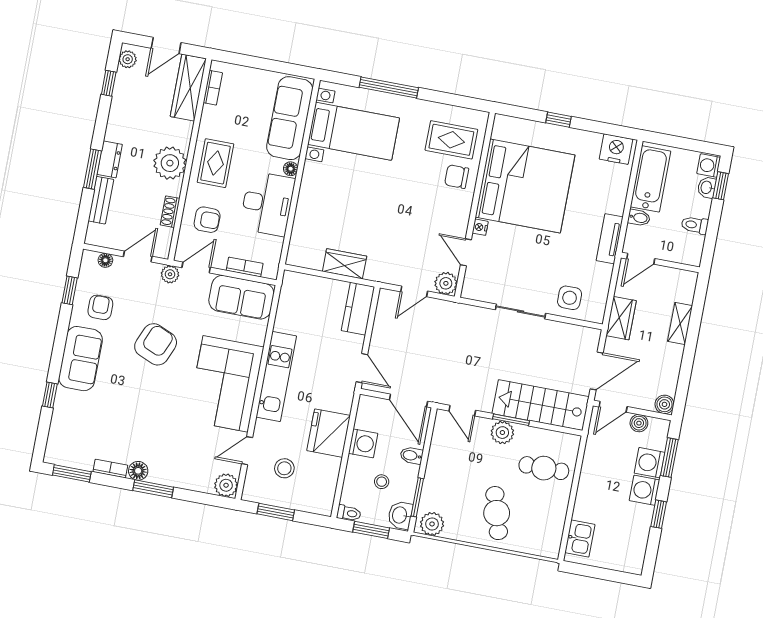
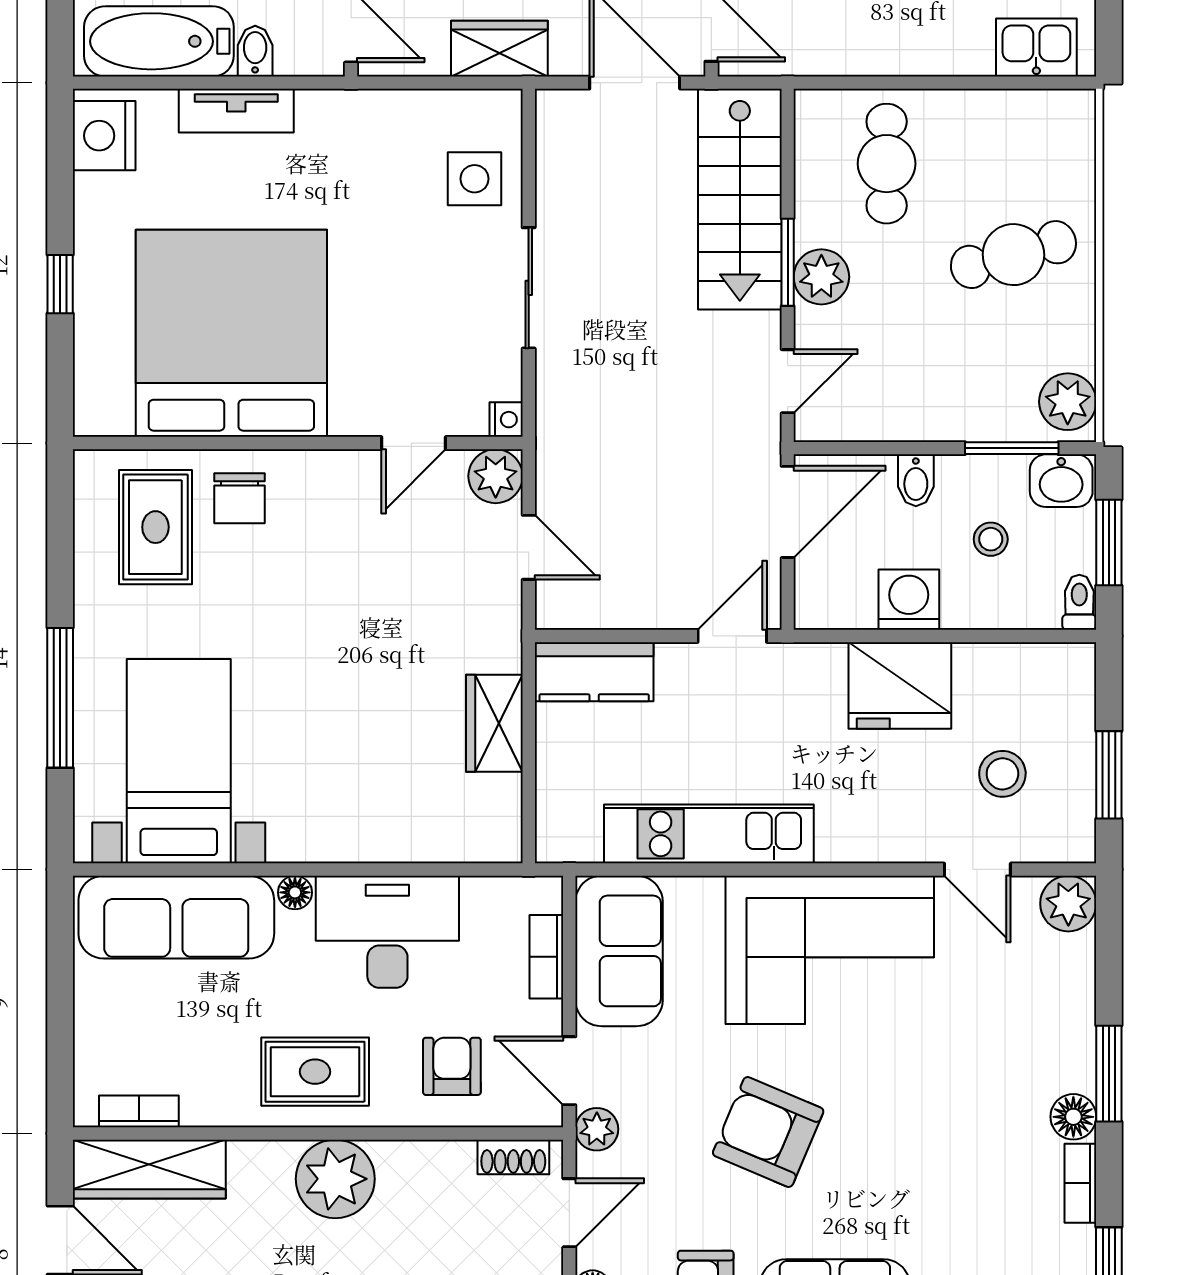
shoe rack: (170, 212) -> (513, 1157), moved
nightstand: (480, 227) -> (506, 420), moved, turned -90
tv unit: (610, 239) -> (236, 111), moved
door: (138, 257) -> (569, 1213), swing flipped
kitchen unit: (276, 376) -> (709, 834), moved

